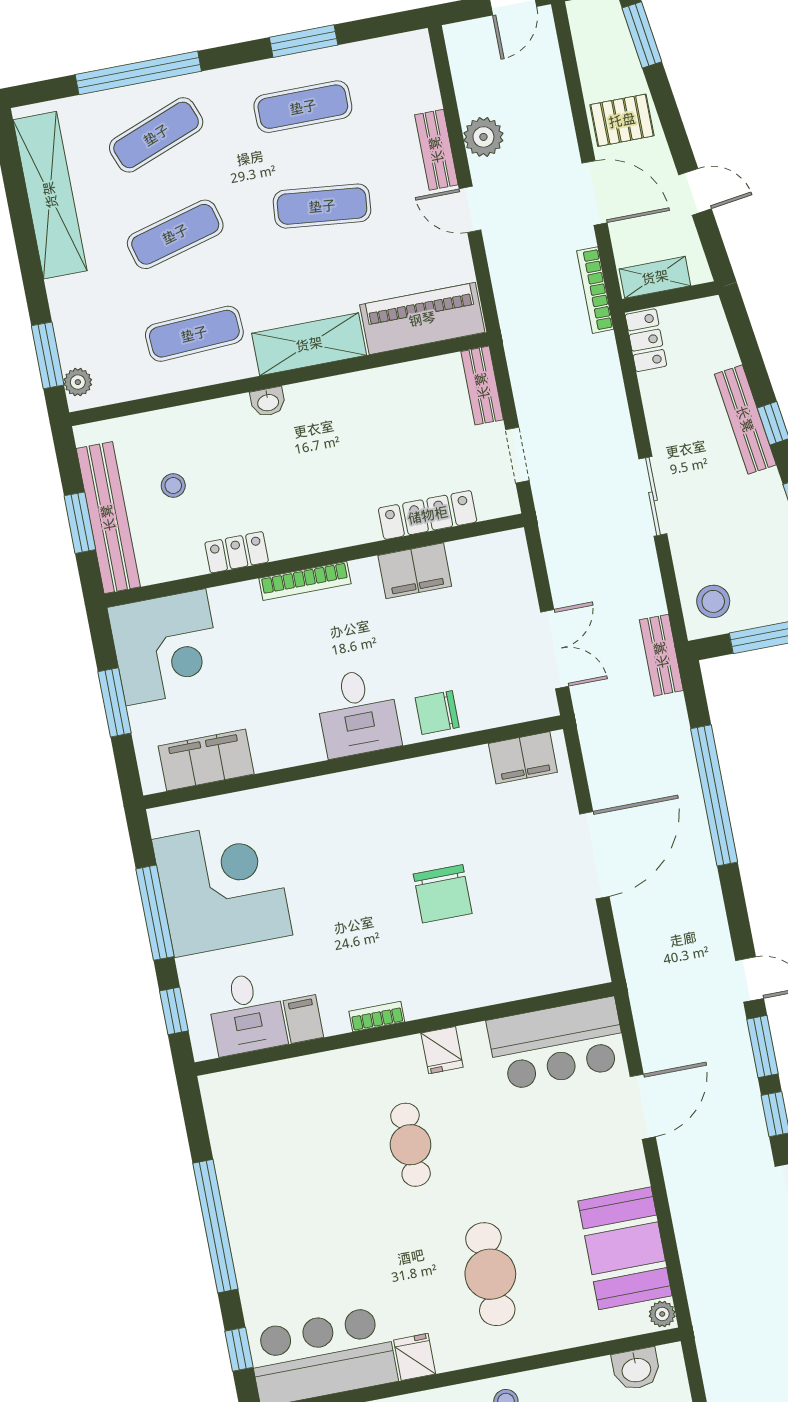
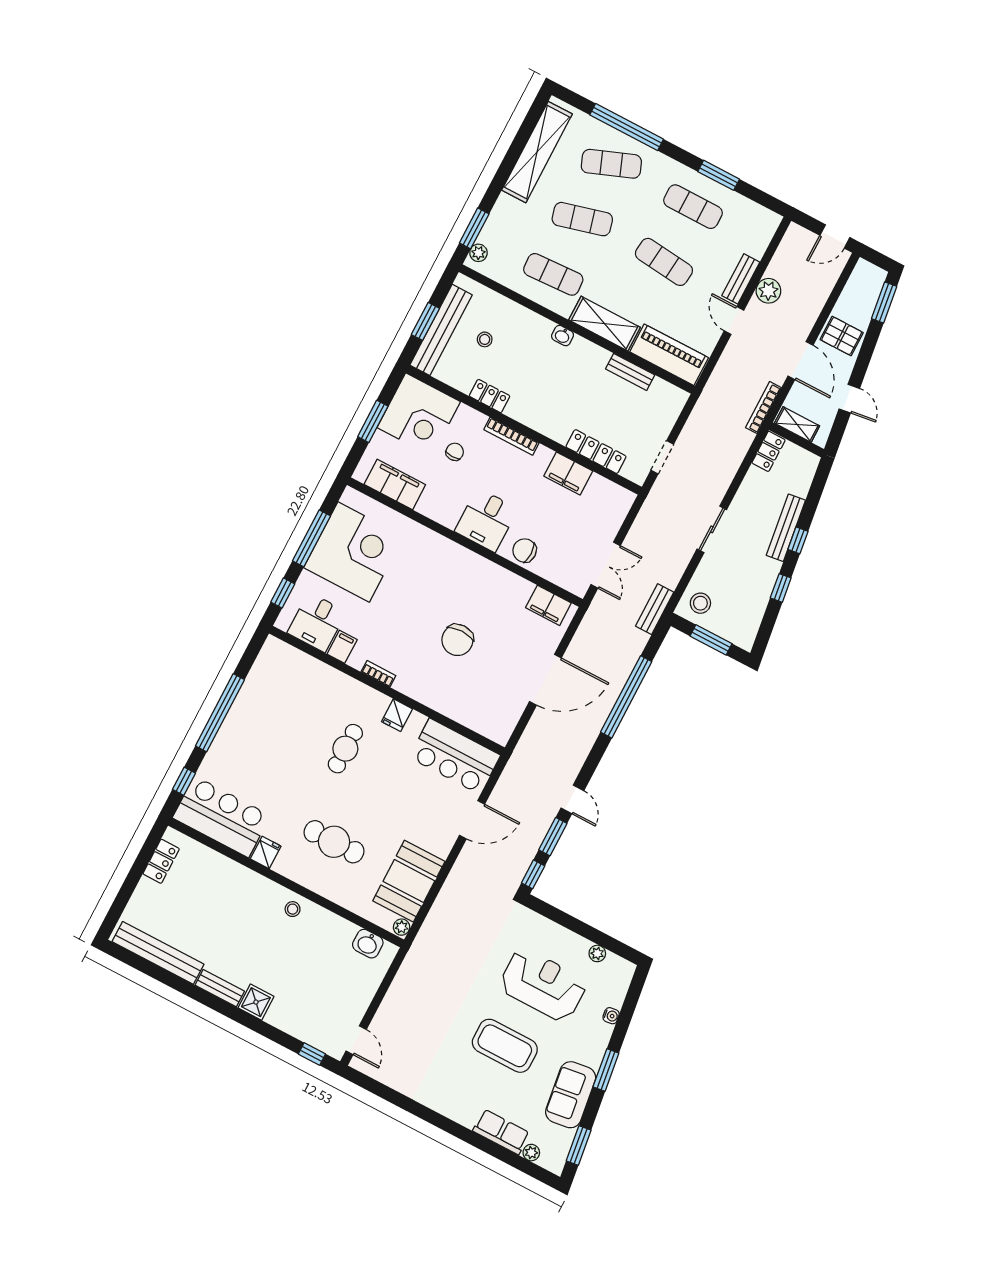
bench: (482, 386) -> (630, 372), moved, turned 90
chair: (249, 658) -> (455, 452), added
cafe table: (490, 1274) -> (334, 842), turned 90

